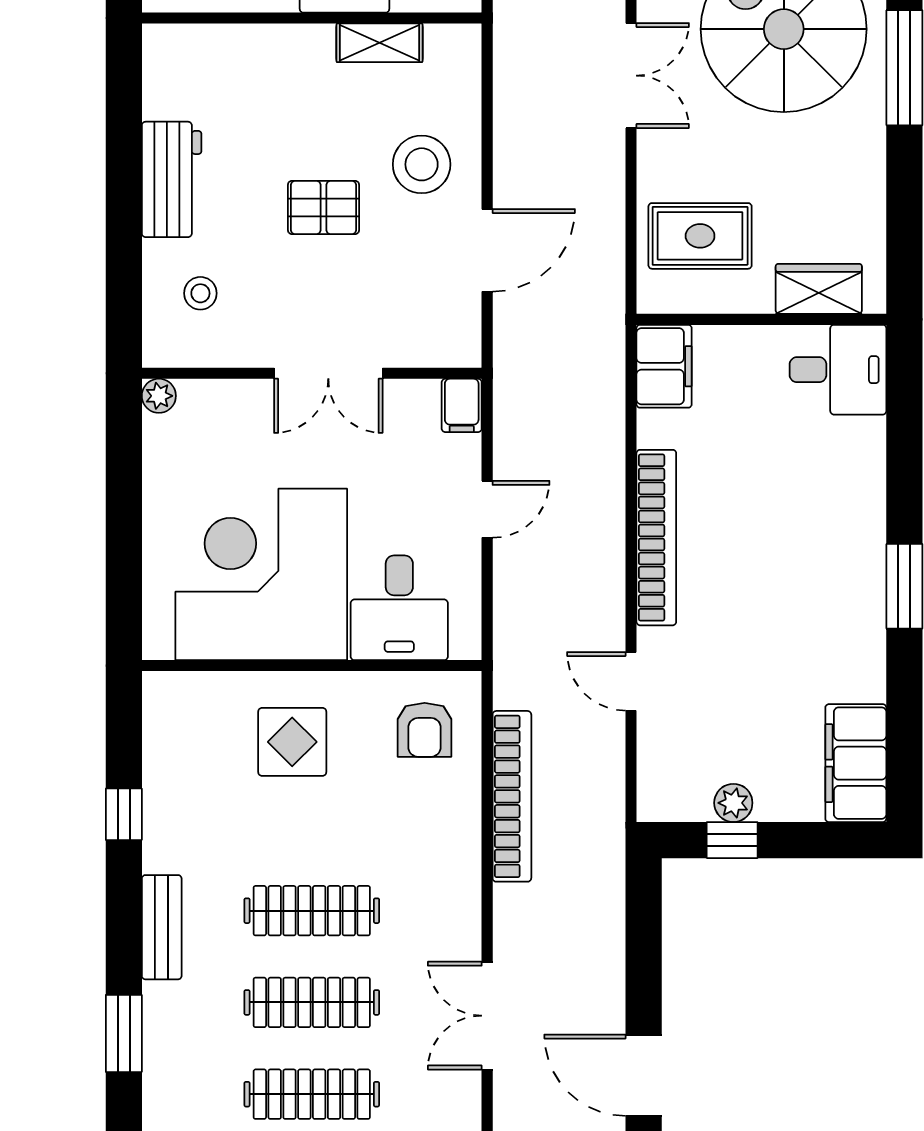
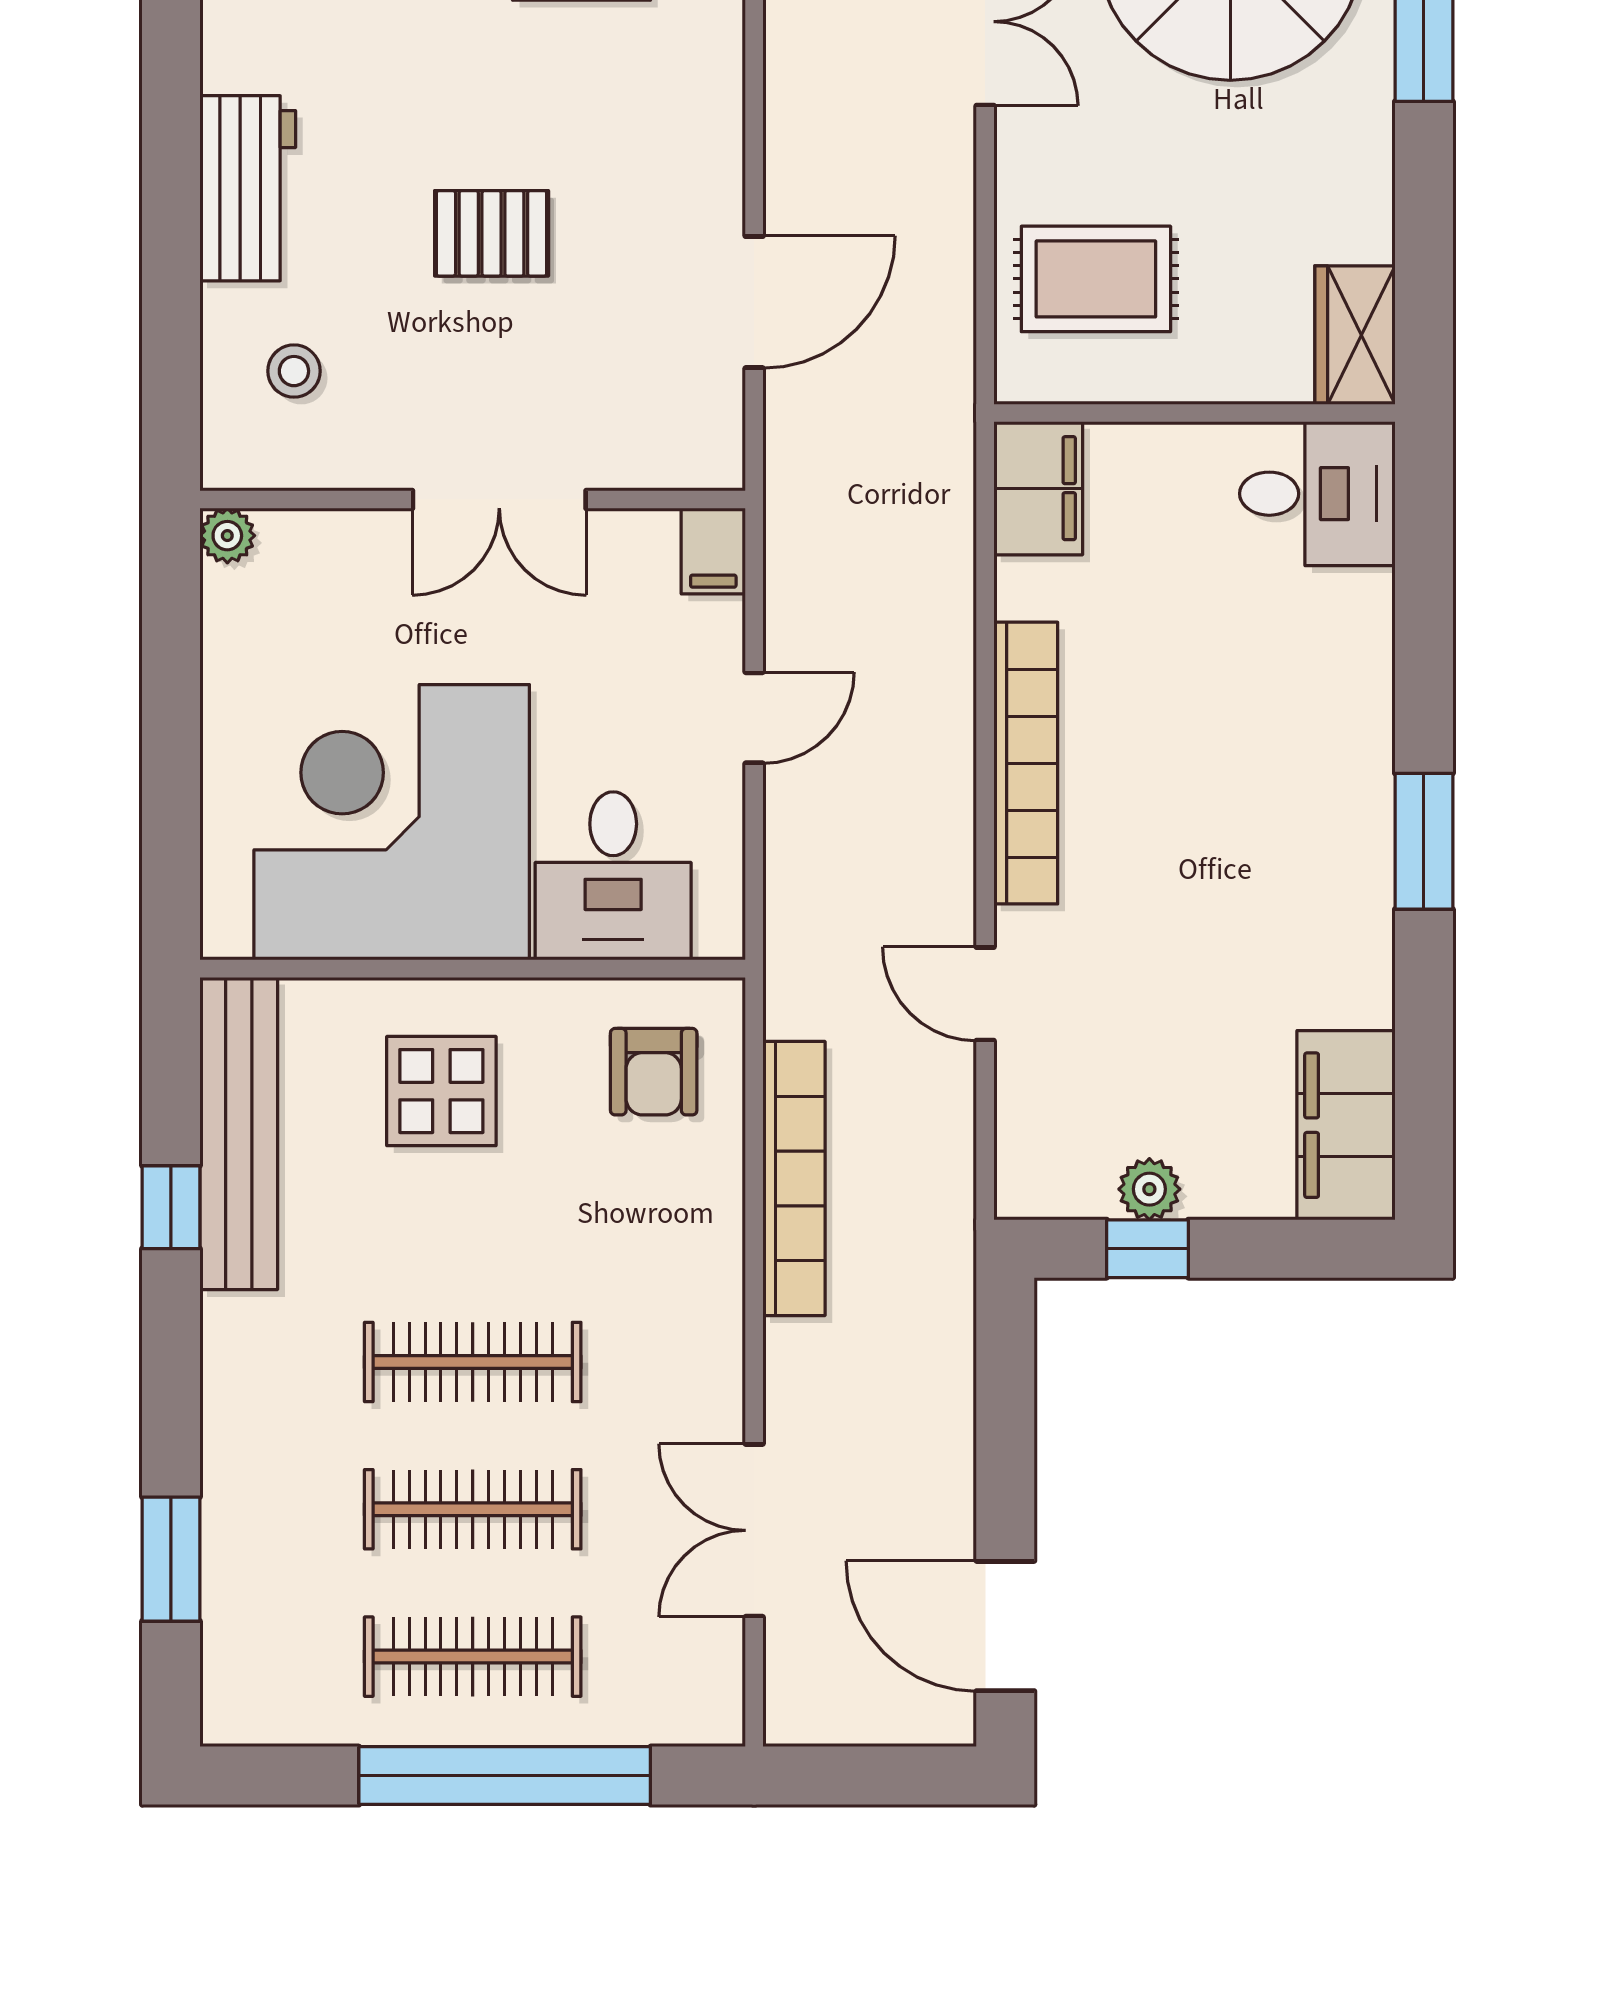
stool: (422, 164) -> (649, 164), removed
wardrobe: (819, 289) -> (1355, 335), moved, turned -90
bench: (162, 927) -> (239, 1133), moved, width x1.86, depth x1.21

